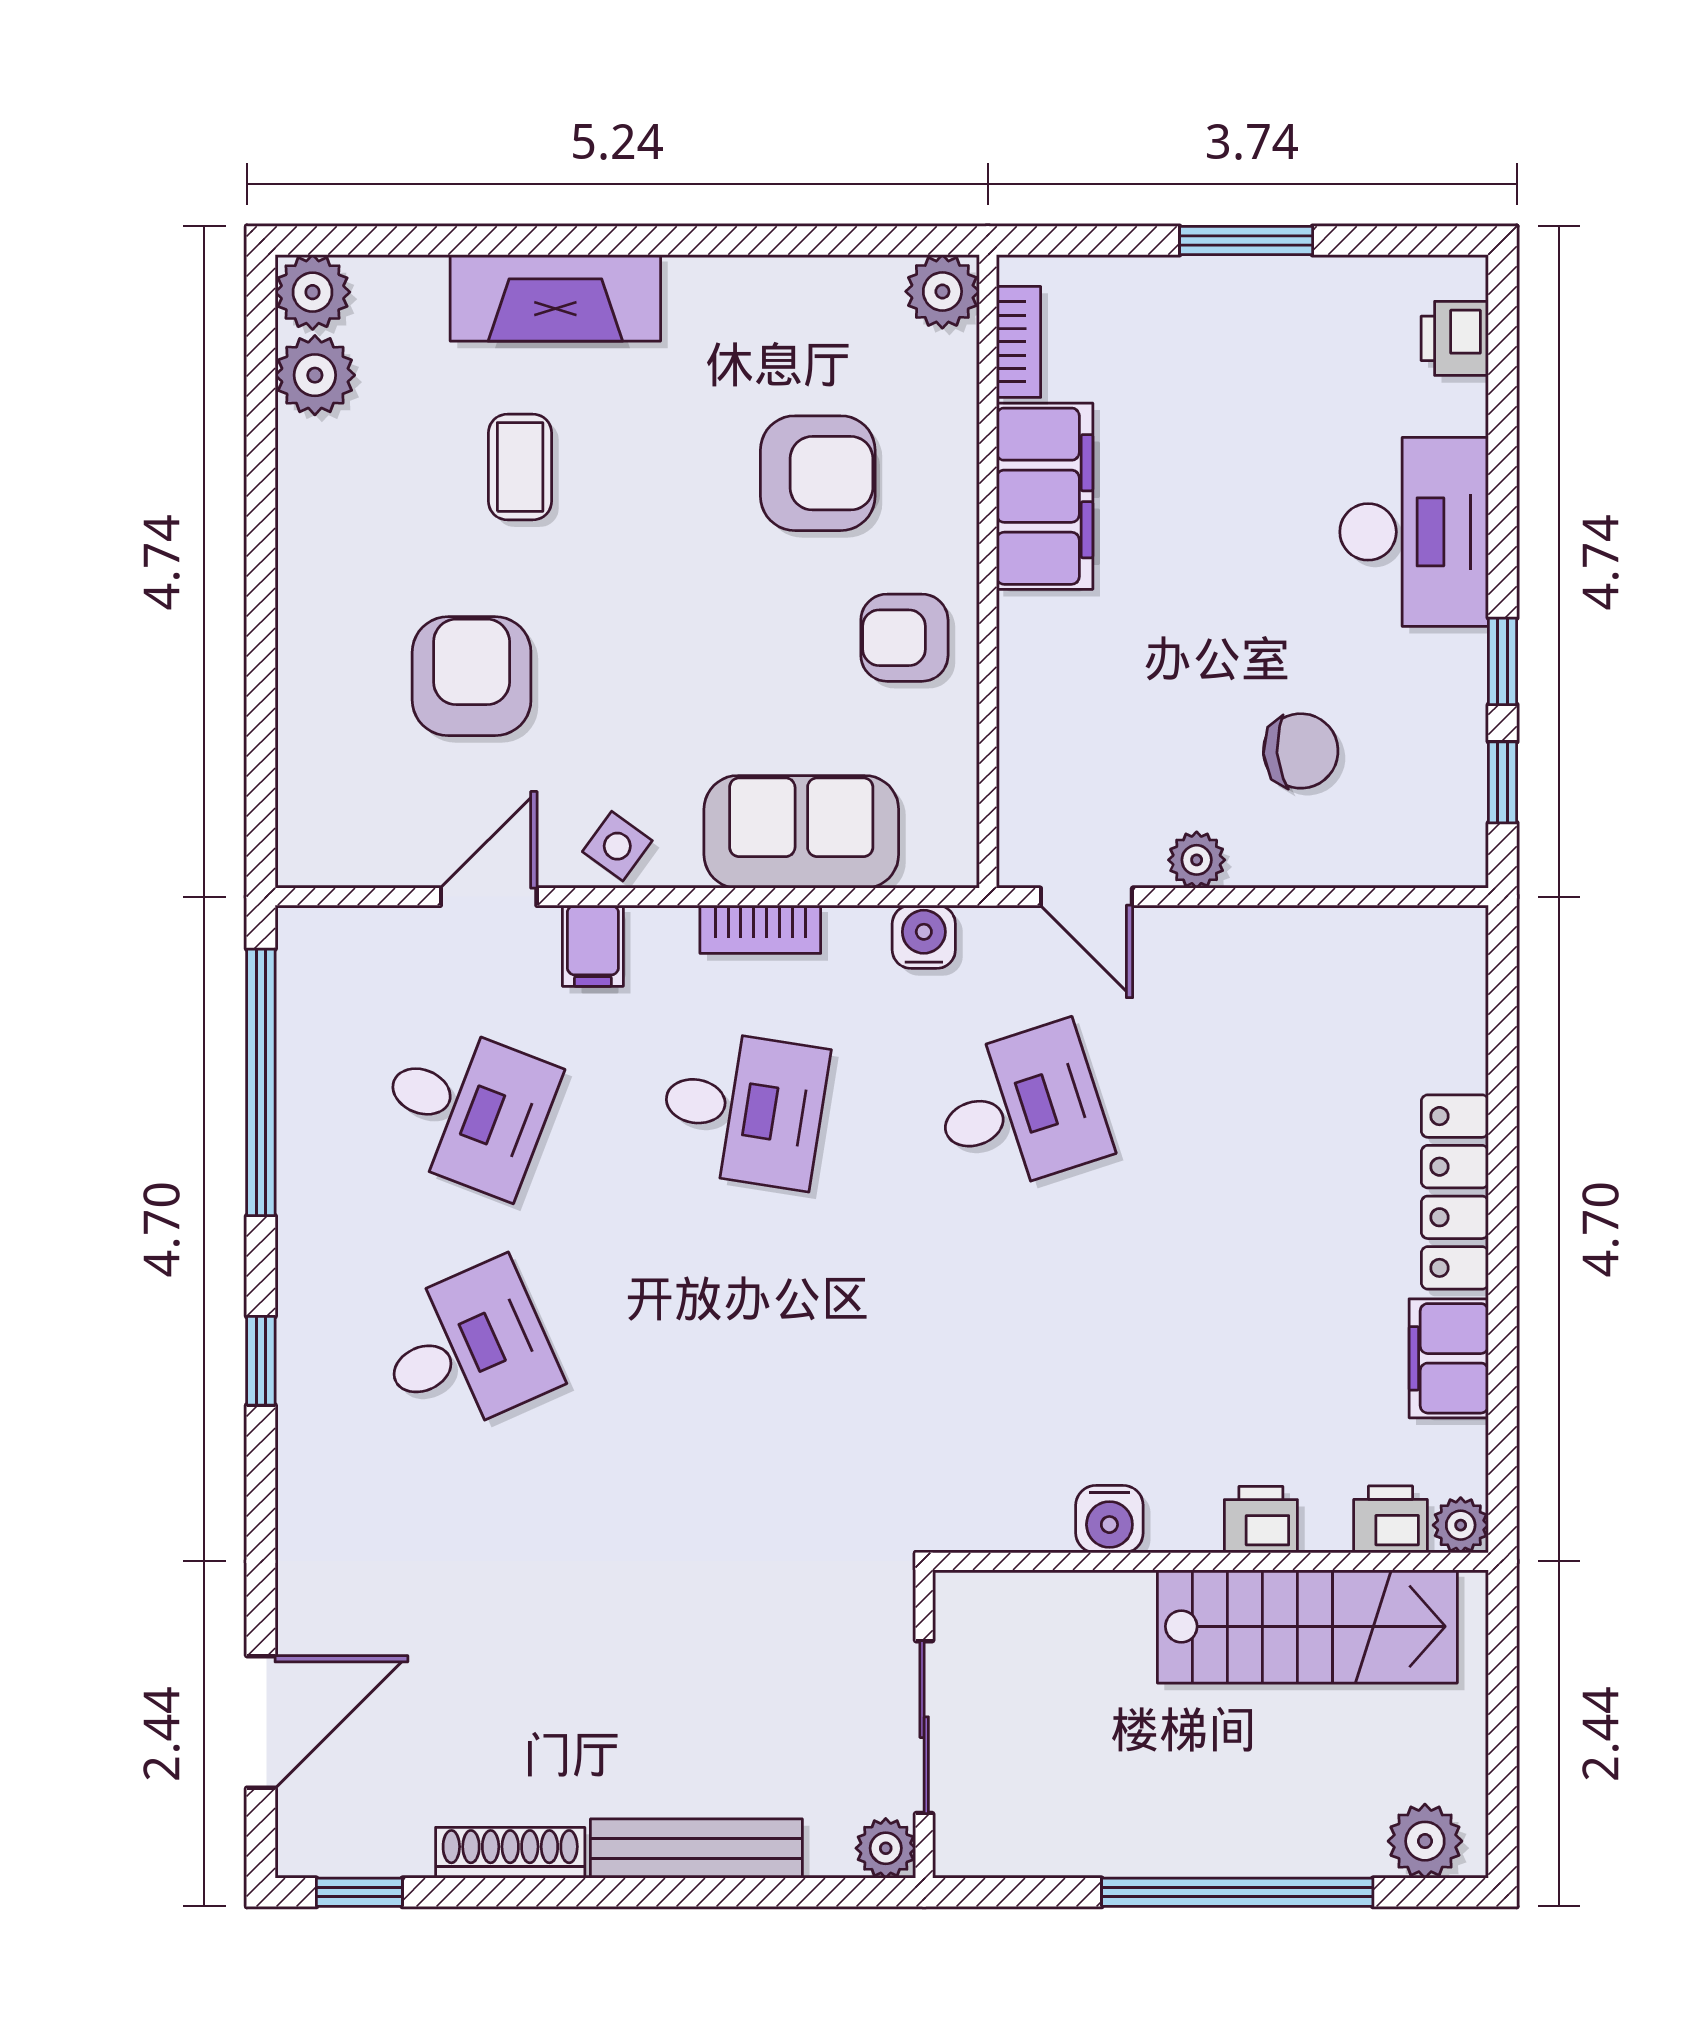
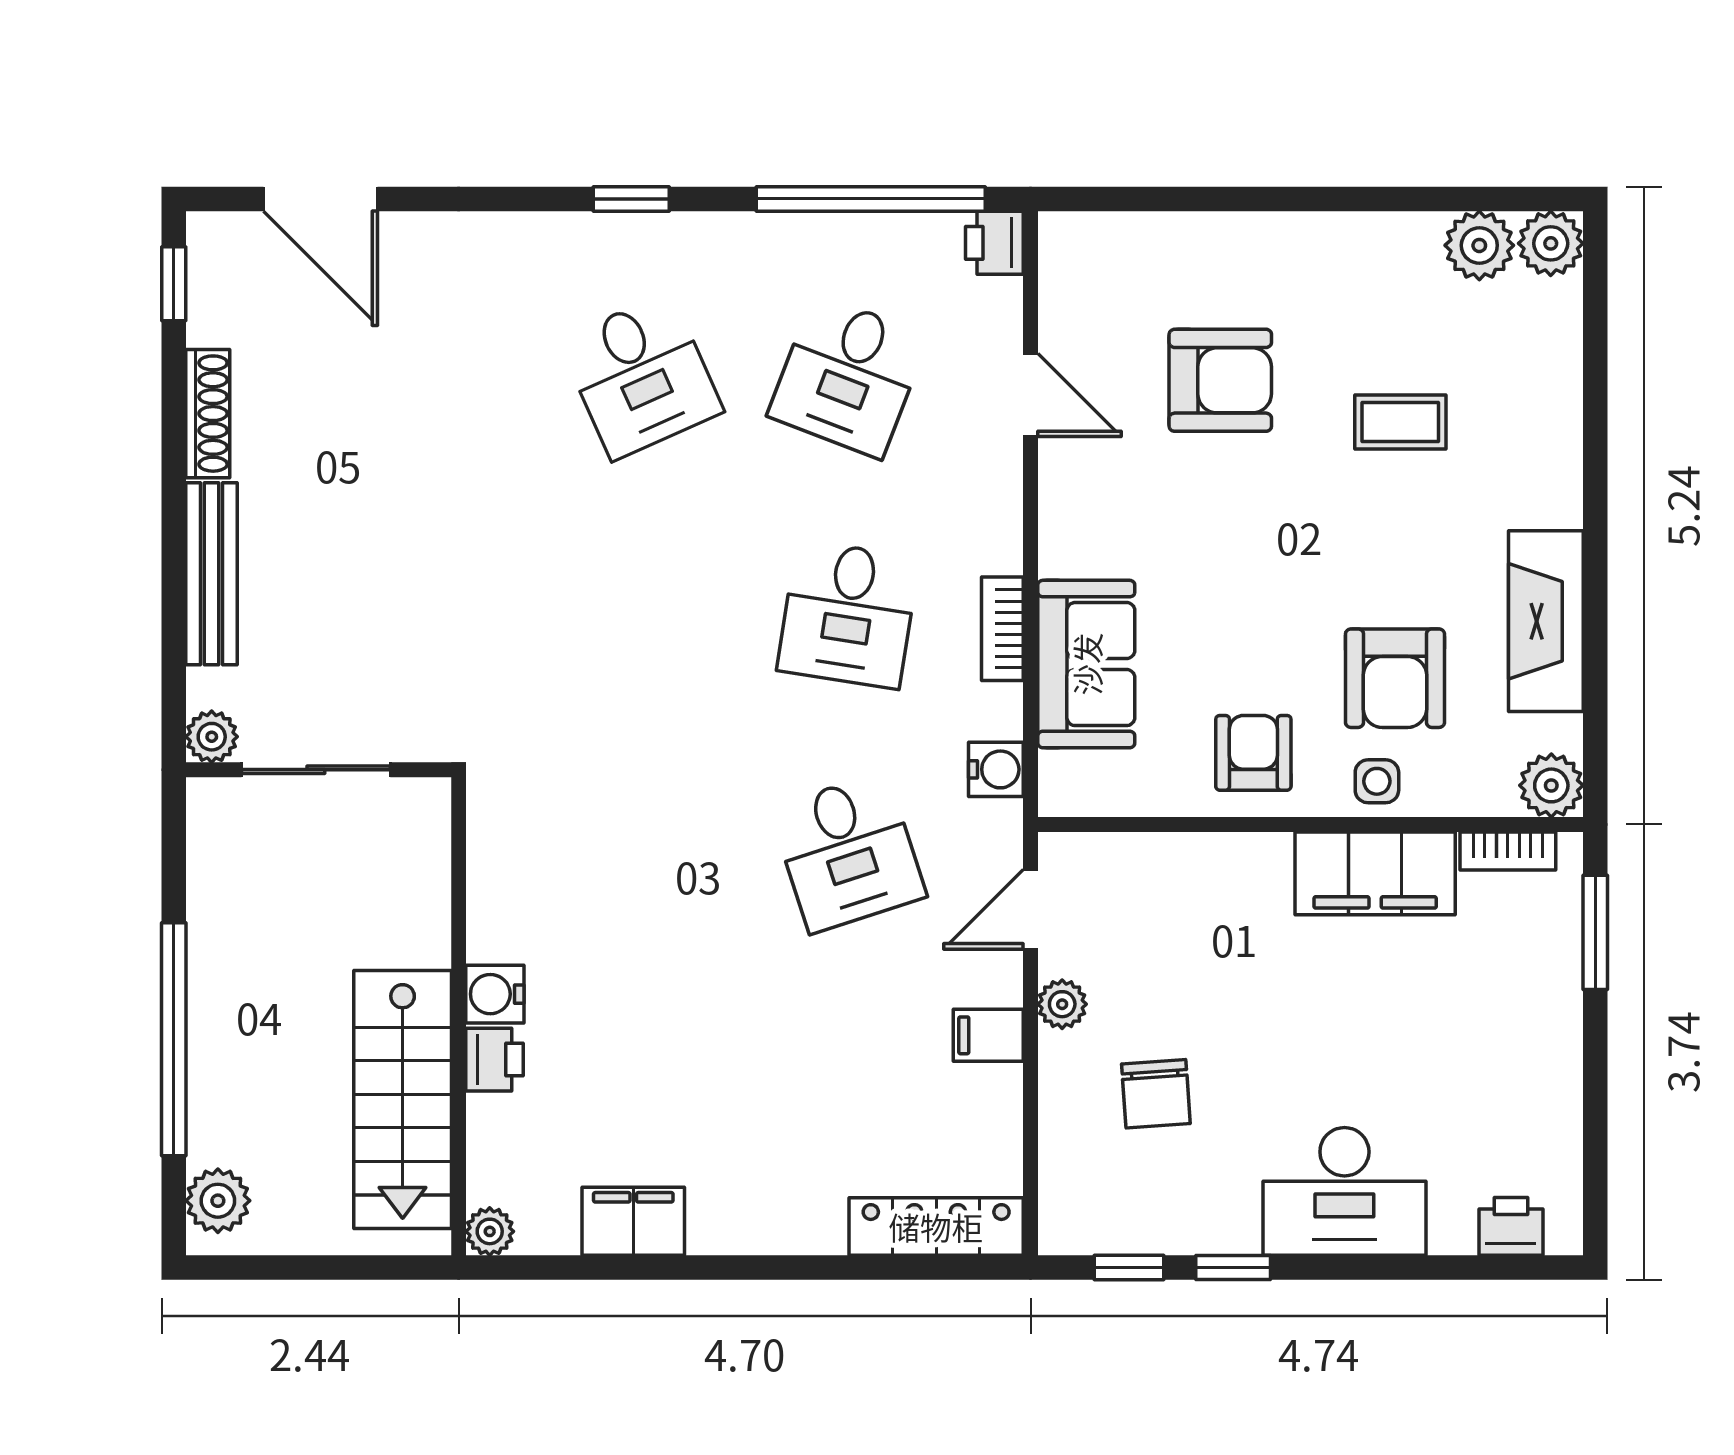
window: (1246, 240) -> (1595, 932), moved
fireplace: (555, 298) -> (1546, 621), moved
side table: (617, 846) -> (1377, 781), moved, turned -36
filing cabinet: (593, 946) -> (988, 1035), moved
locker: (1455, 1192) -> (936, 1226), moved
water cooler: (1109, 1519) -> (495, 994), moved
printer: (1390, 1519) -> (994, 243), moved, turned 180

